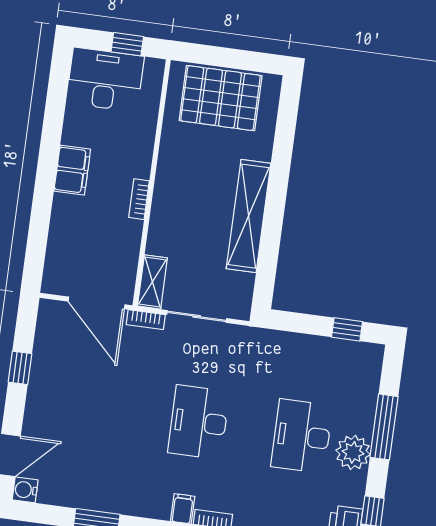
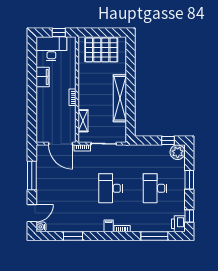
filing cabinet: (72, 170) -> (43, 77), moved
shelving: (152, 282) -> (83, 121), moved
window: (20, 368) -> (32, 176), width x2.17
window: (384, 427) -> (189, 180), width x0.69
plant: (353, 452) -> (178, 152), moved

